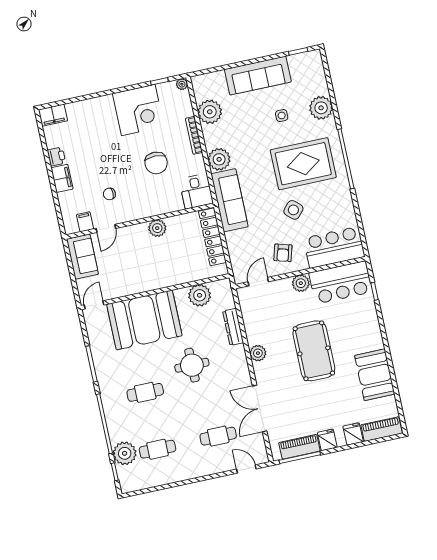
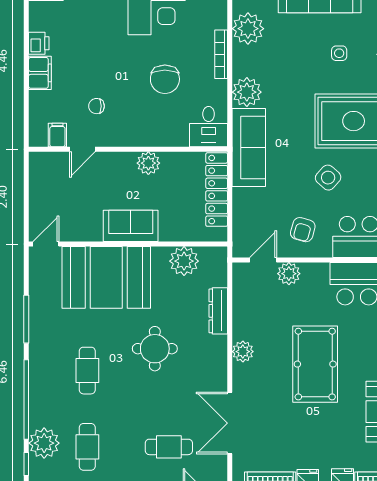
sofa: (82, 257) -> (131, 226), moved, turned -90
plant: (301, 283) -> (289, 274), moved
cafe table: (145, 392) -> (87, 371), turned 90
cafe table: (157, 449) -> (87, 447), turned 90

